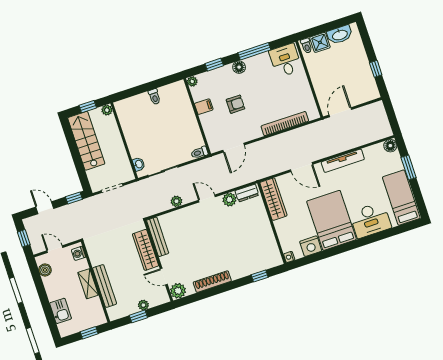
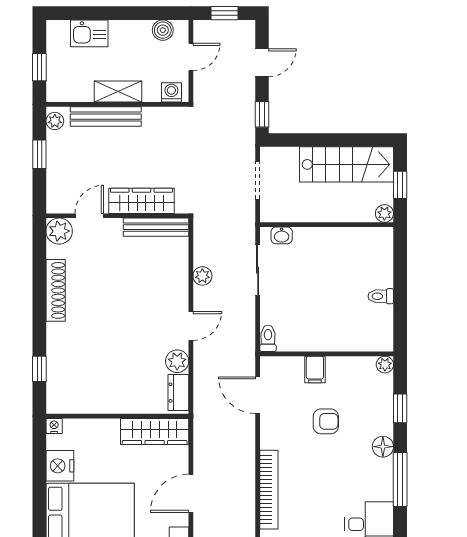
armchair: (236, 104) -> (326, 421), turned -90
filing cabinet: (204, 107) -> (315, 370), moved
plant: (143, 305) -> (55, 121), moved

